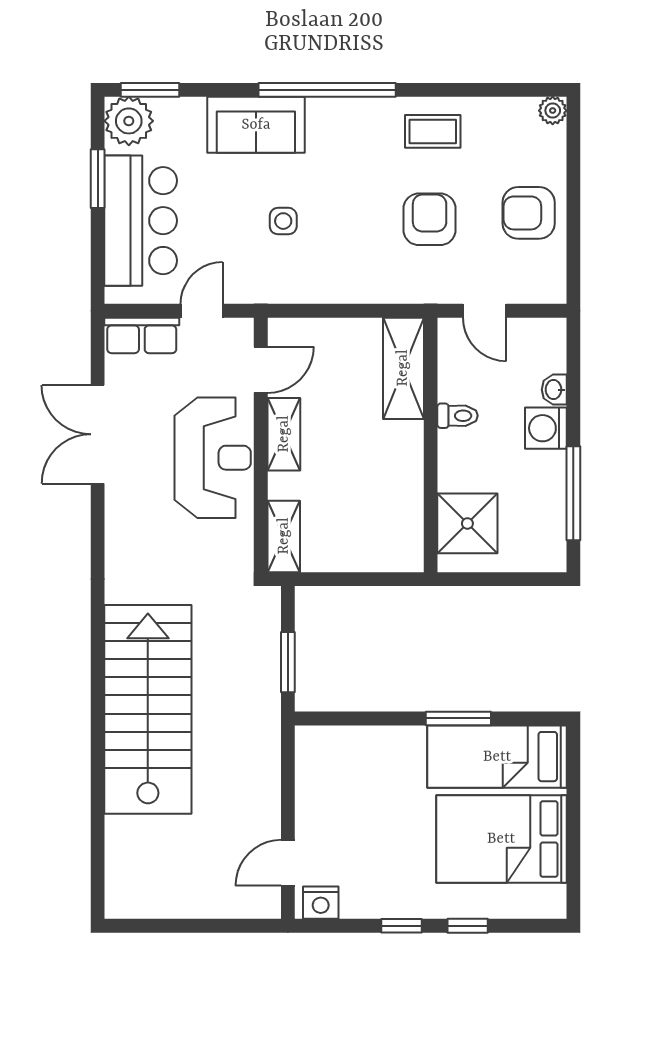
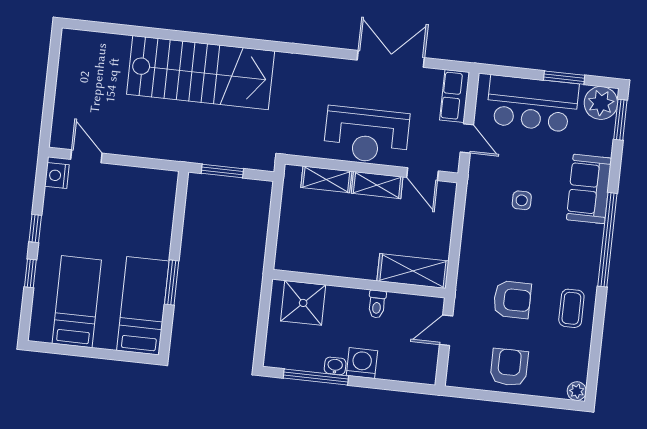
washbasin: (554, 390) -> (335, 366), moved
shelving: (284, 536) -> (326, 179), moved
bed: (501, 839) -> (77, 302), width x0.67

